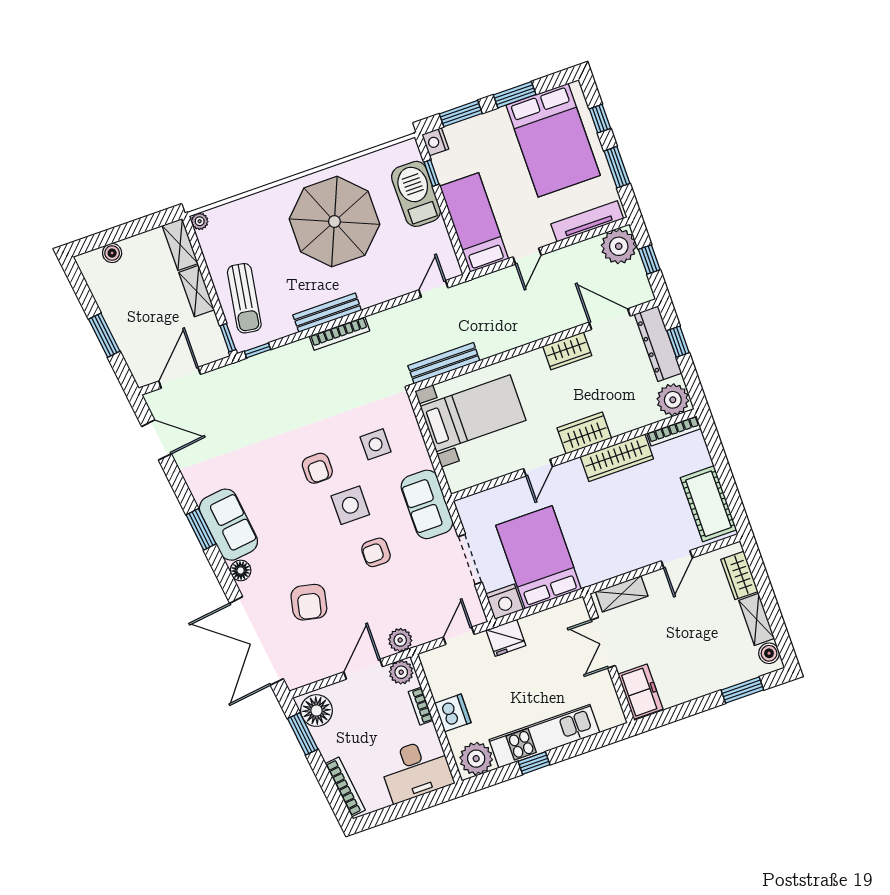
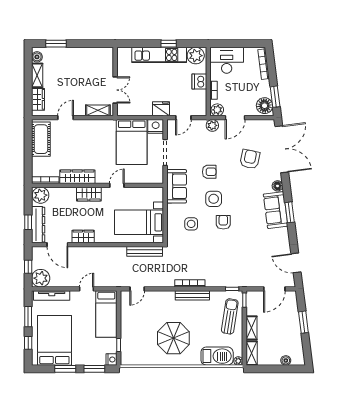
barbecue: (416, 194) -> (217, 356), moved, turned -90
parasol: (334, 222) -> (173, 338), width x0.73, depth x0.73
freezer: (640, 692) -> (105, 60), removed

